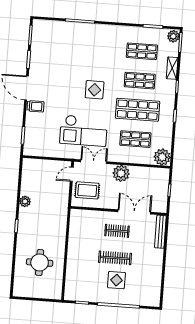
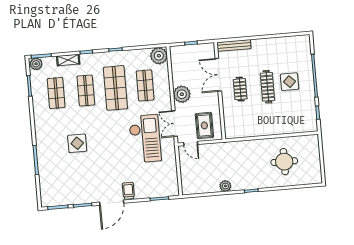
display table: (95, 90) -> (77, 143), moved

